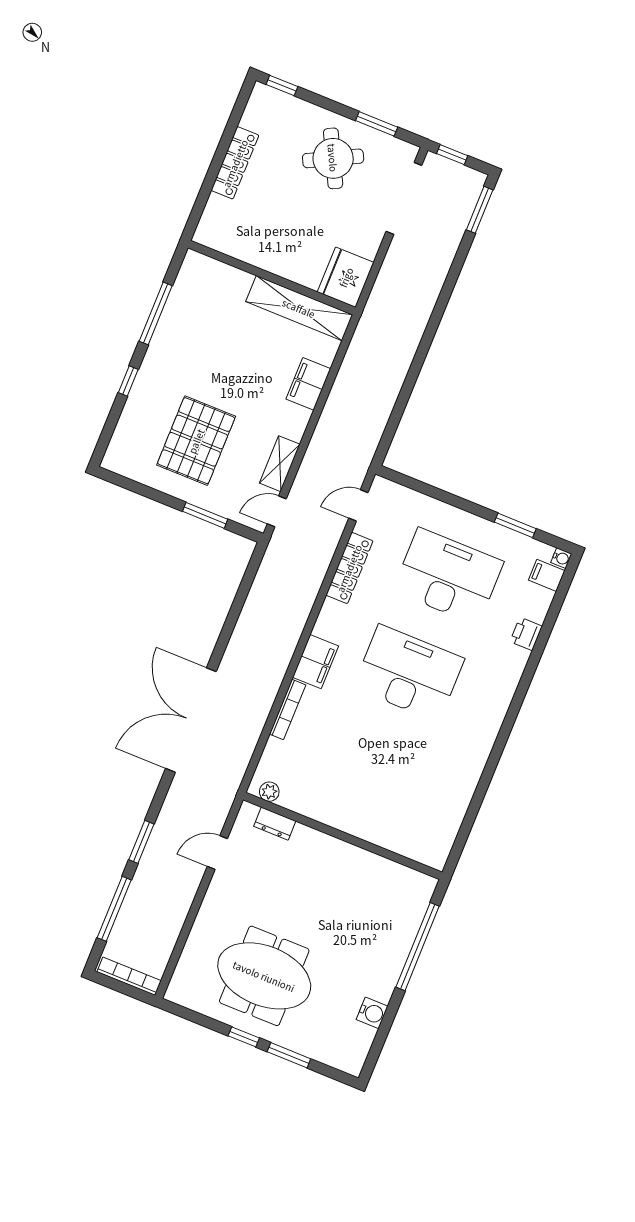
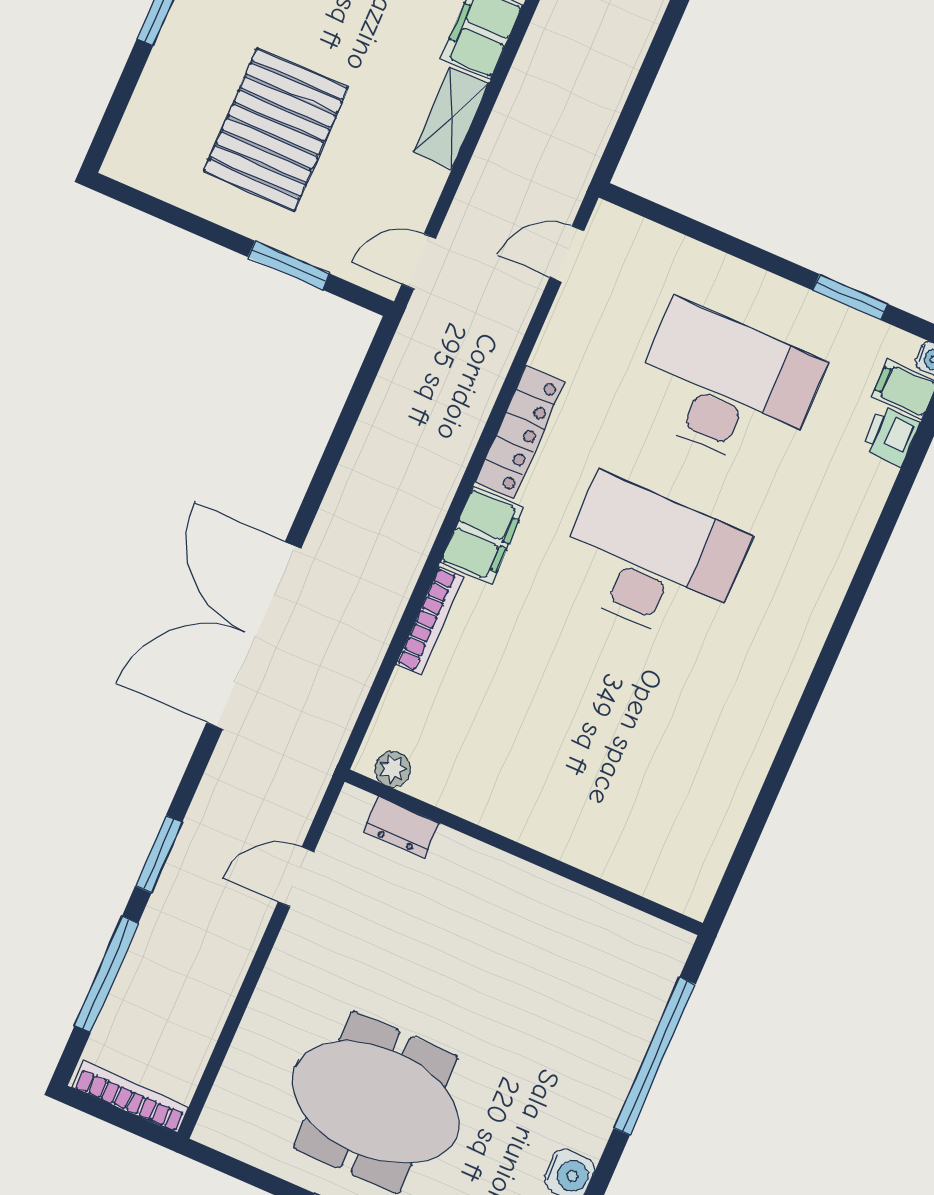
shelving: (280, 464) -> (451, 118), moved
locker: (349, 568) -> (520, 432), moved
printer: (526, 634) -> (891, 436), moved

